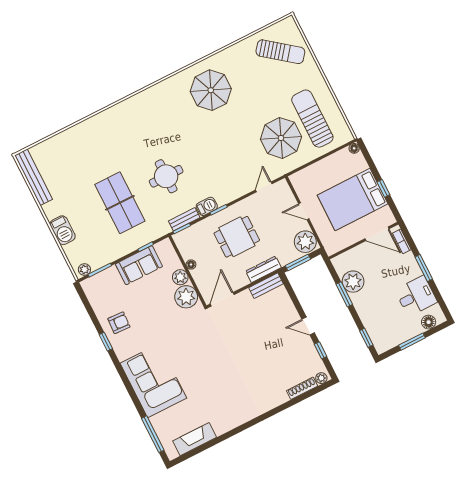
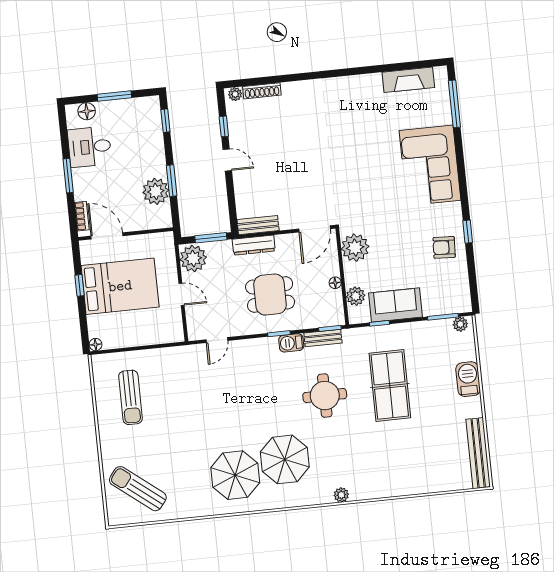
plant: (125, 106) -> (341, 495), added
sun lounger: (312, 119) -> (131, 397), width x0.73, depth x0.75
parasol: (281, 138) -> (285, 459), moved
plant: (180, 277) -> (356, 296), moved

